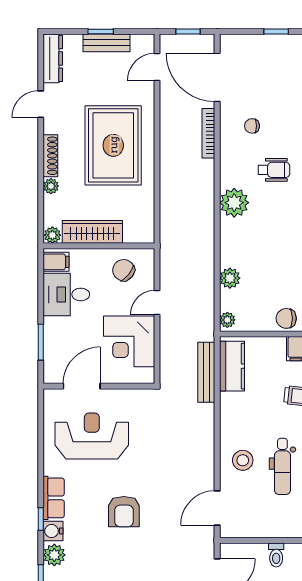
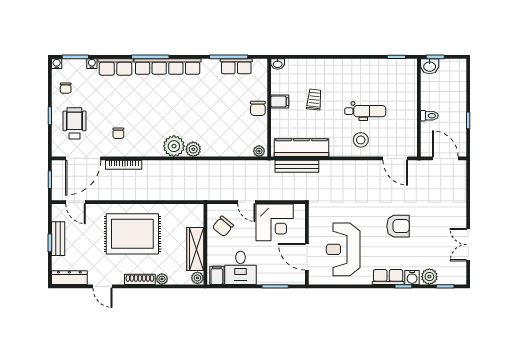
wheelchair: (274, 170) -> (74, 123), moved, width x1.36, depth x1.37
plant: (230, 278) -> (193, 149), moved
kitchen counter: (232, 366) -> (301, 148), width x1.50

